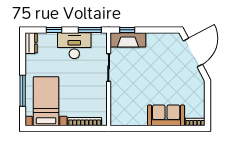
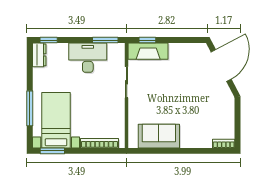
window: (54, 30) -> (49, 40), moved
sofa: (166, 115) -> (159, 136), moved
window: (43, 129) -> (52, 151), added

